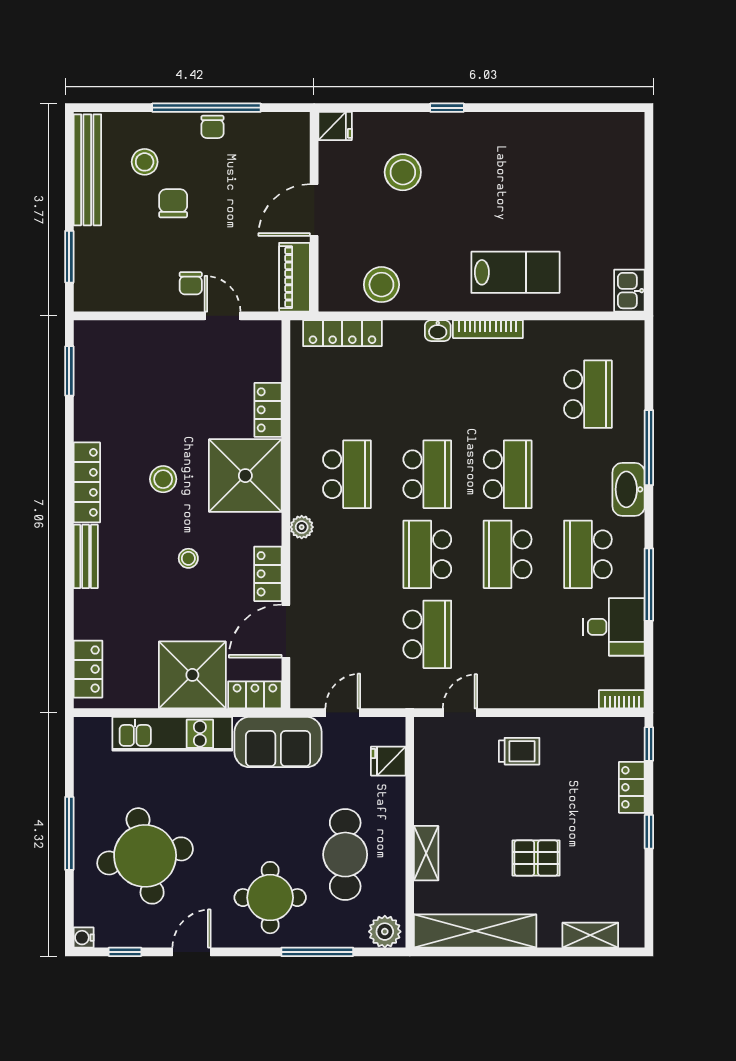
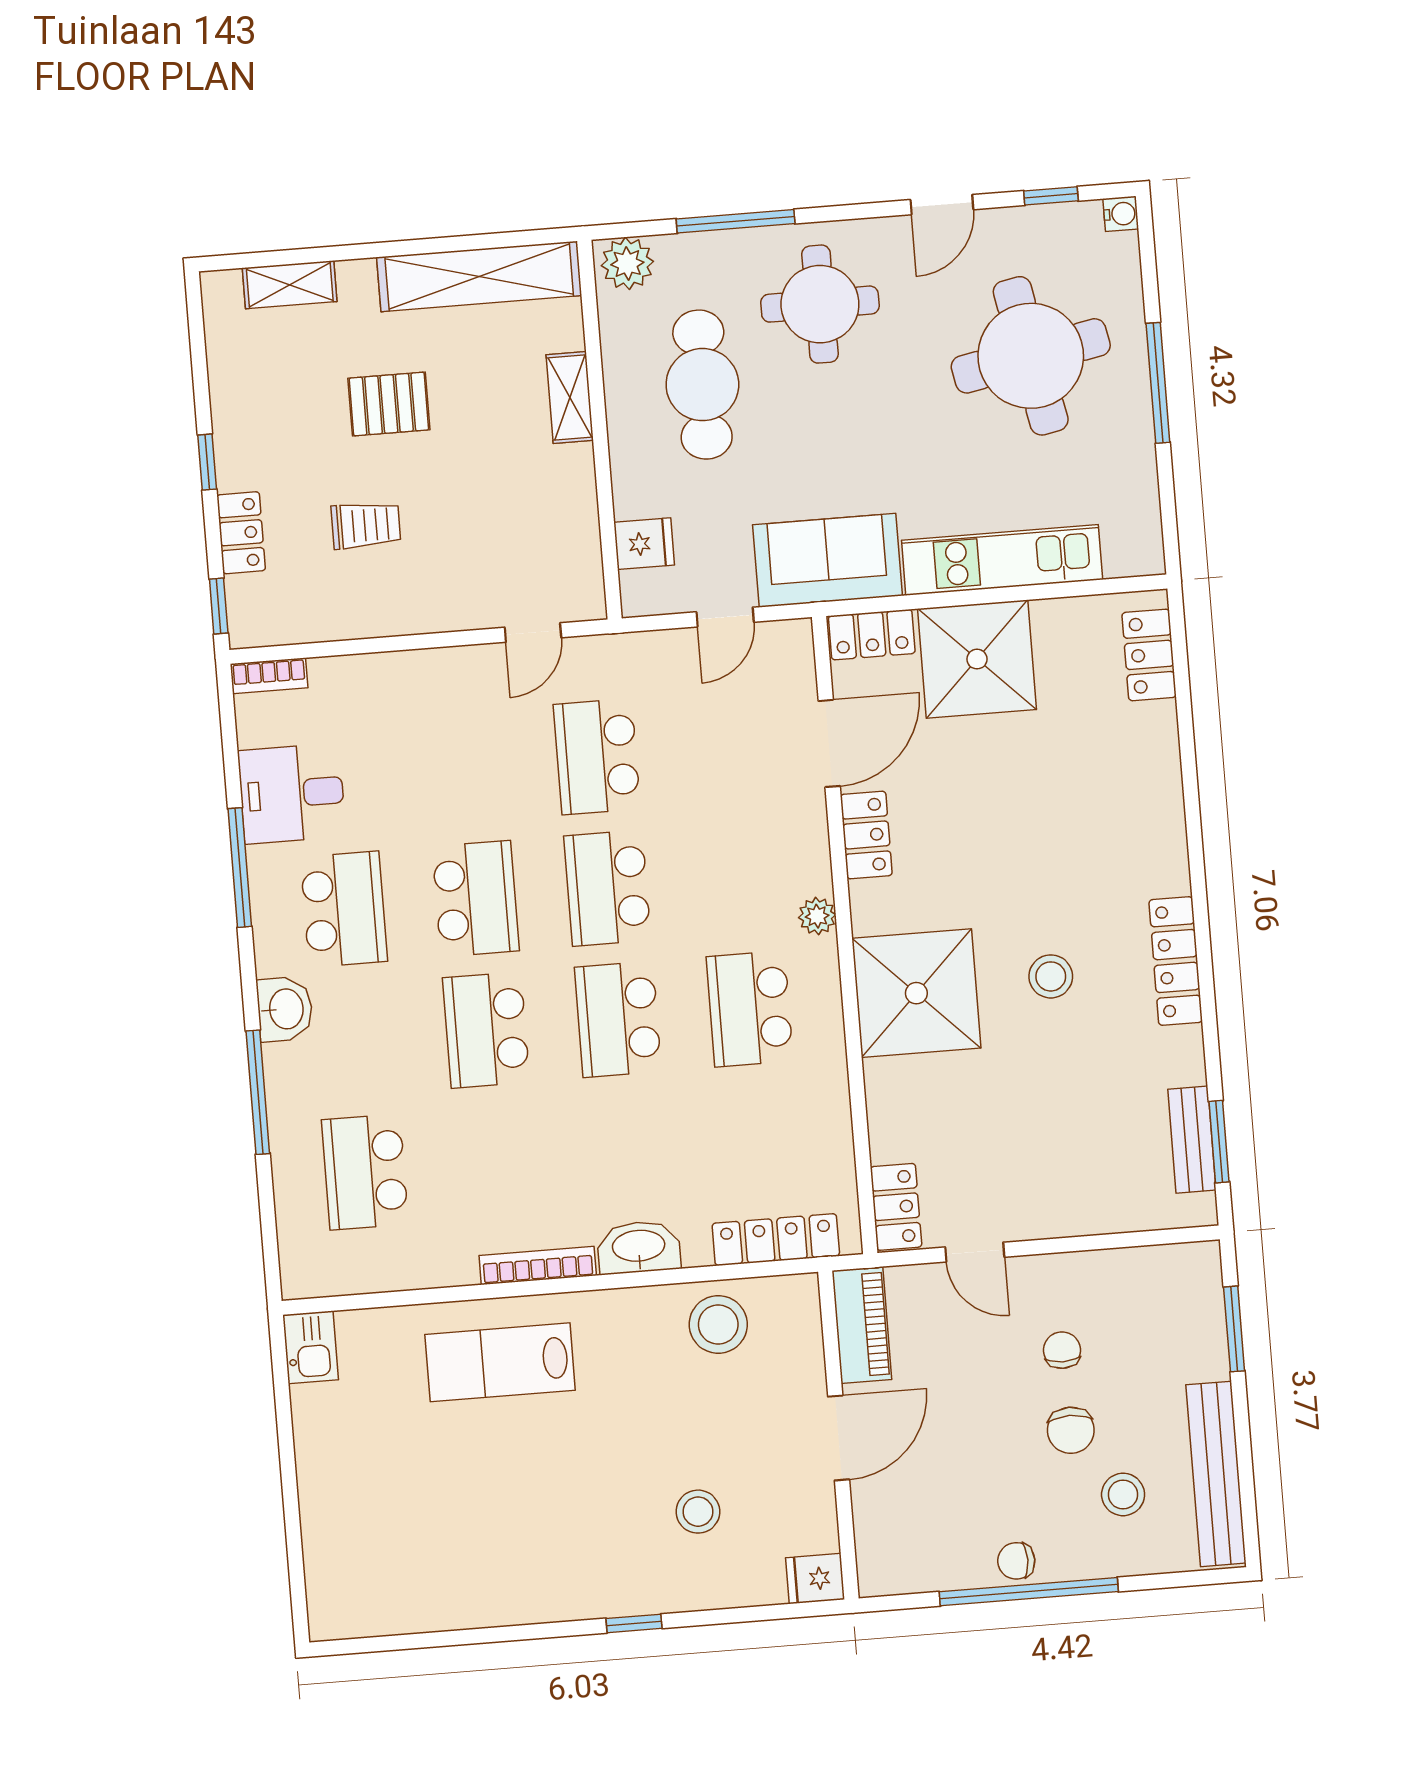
chair: (212, 127) -> (1016, 1561), turned -90
stool: (403, 172) -> (698, 1512), width x0.73, depth x0.73
chair: (191, 283) -> (1062, 1350), moved
washbasin: (438, 331) -> (639, 1247), width x1.91, depth x1.45
locker: (268, 410) -> (896, 1207), moved
washbasin: (629, 489) -> (285, 1009), width x0.72
school desk: (427, 554) -> (607, 888), turned 180
bench: (86, 556) -> (1192, 1140), moved
stool: (188, 558) -> (999, 850), removed
trolley: (519, 751) -> (366, 525), moved, turned 180

